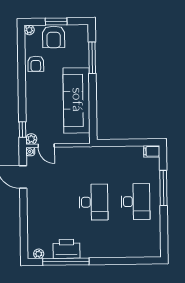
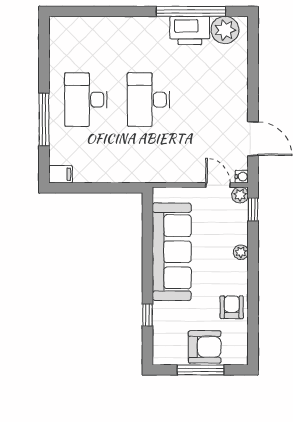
window: (56, 21) -> (201, 370), width x1.44
plant: (29, 30) -> (241, 252), moved
armchair: (54, 37) -> (205, 347), turned 90
window: (92, 58) -> (148, 315), width x0.46
plant: (39, 254) -> (225, 30), width x1.87, depth x1.87

